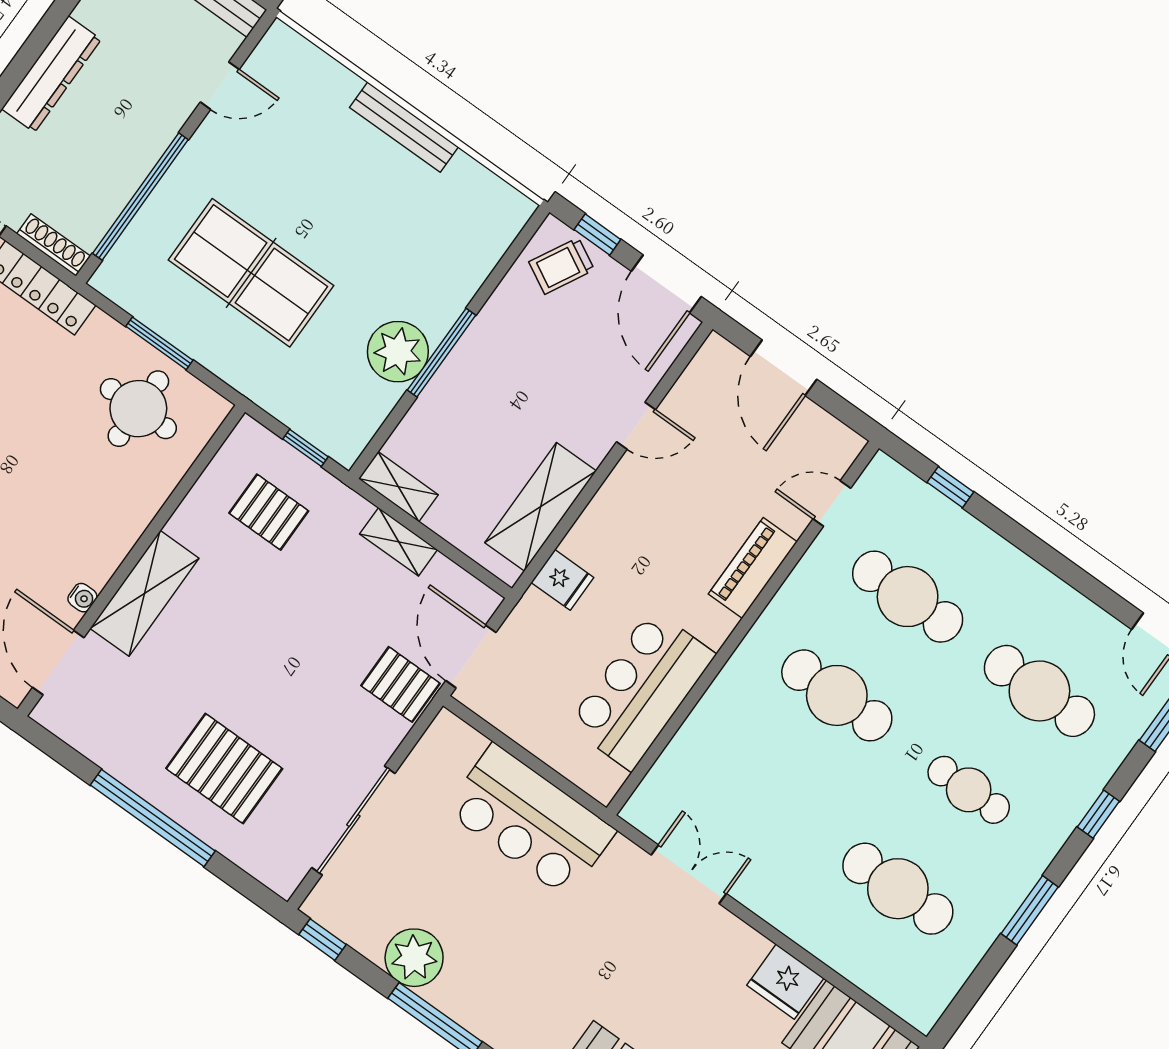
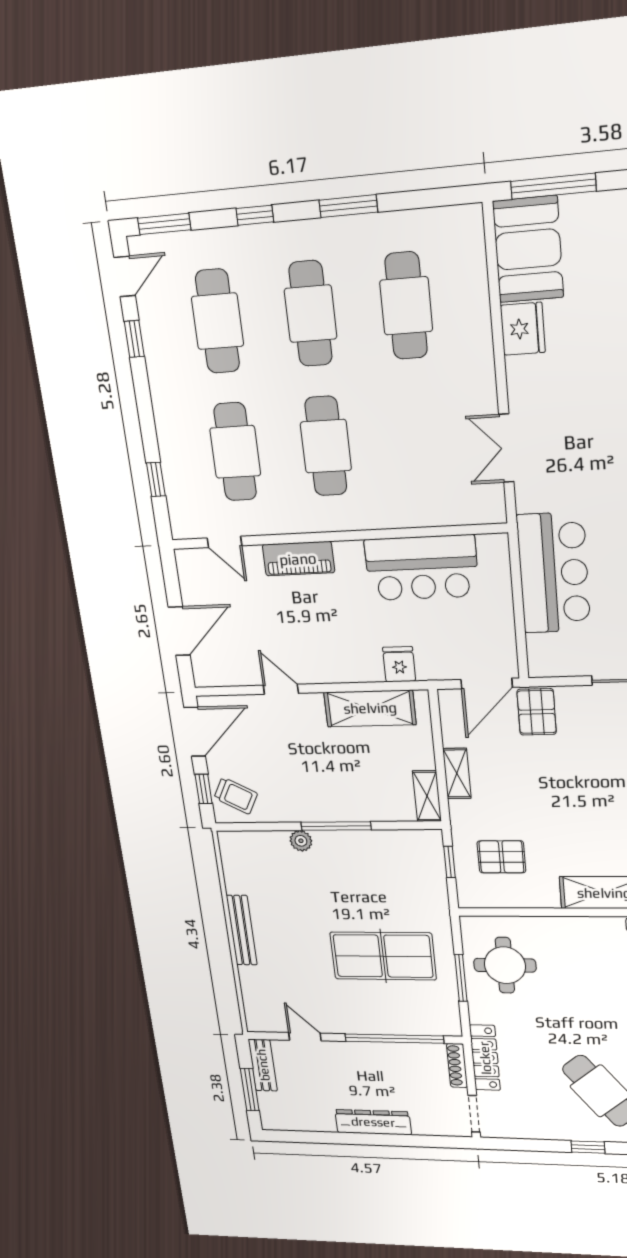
table tennis table: (251, 273) -> (383, 956), turned 90
plant: (398, 352) -> (301, 841), moved, width x0.53, depth x0.53
pallet: (269, 512) -> (501, 857), turned 90
window: (1095, 591) -> (134, 339), added
cafe table: (969, 790) -> (311, 314), width x1.37, depth x1.35

